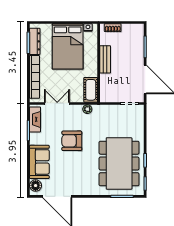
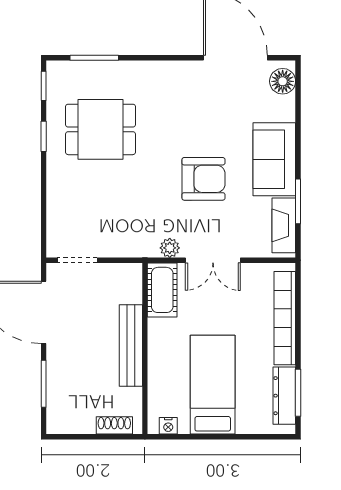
bed: (68, 46) -> (213, 385), width x0.67
bench: (105, 59) -> (131, 346), width x1.36
double door: (57, 103) -> (213, 260), moved
sofa: (39, 162) -> (274, 159), moved
dining table: (119, 163) -> (100, 129), width x0.53, depth x0.80

